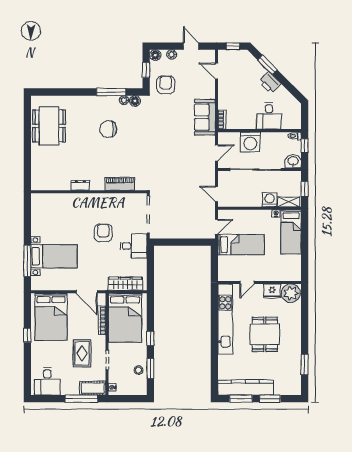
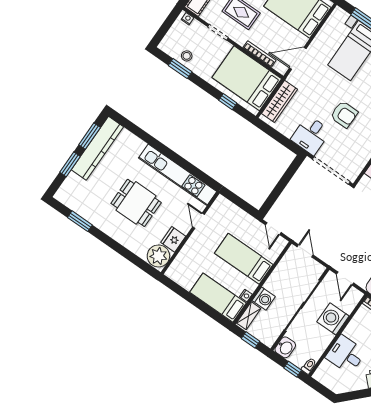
door: (217, 194) -> (305, 251), hinge flipped
bed: (241, 245) -> (244, 259), moved, turned 90
window: (150, 338) -> (228, 102), moved

